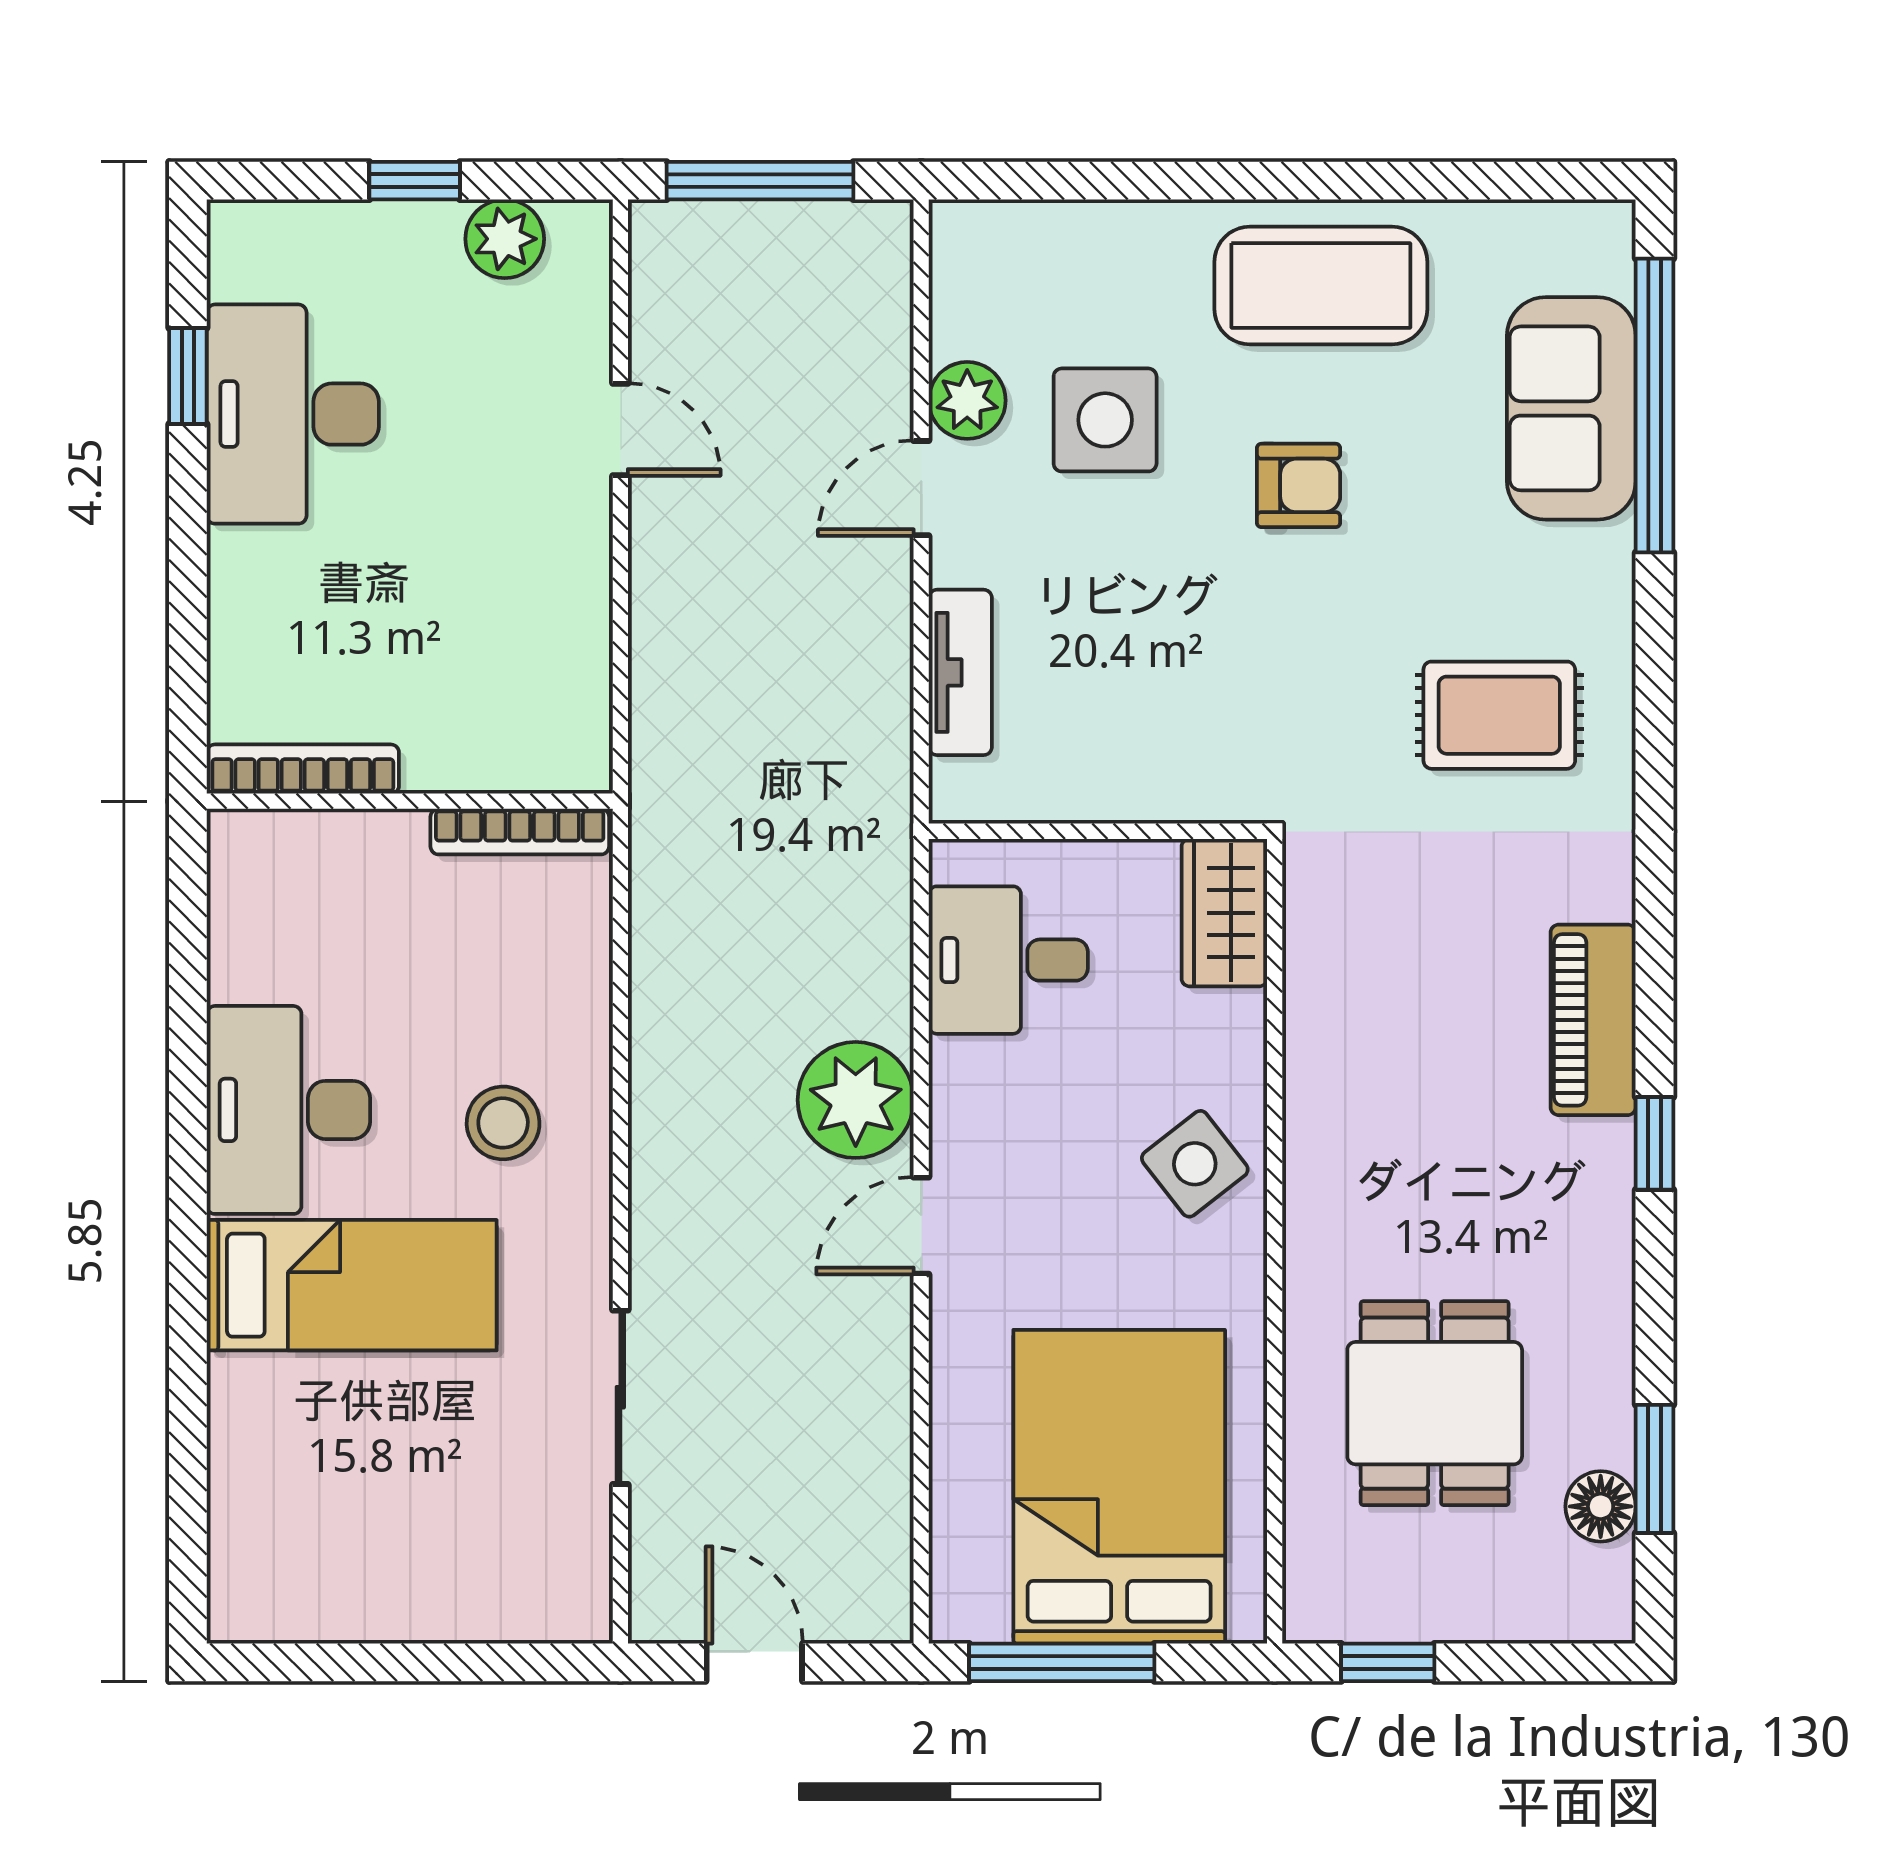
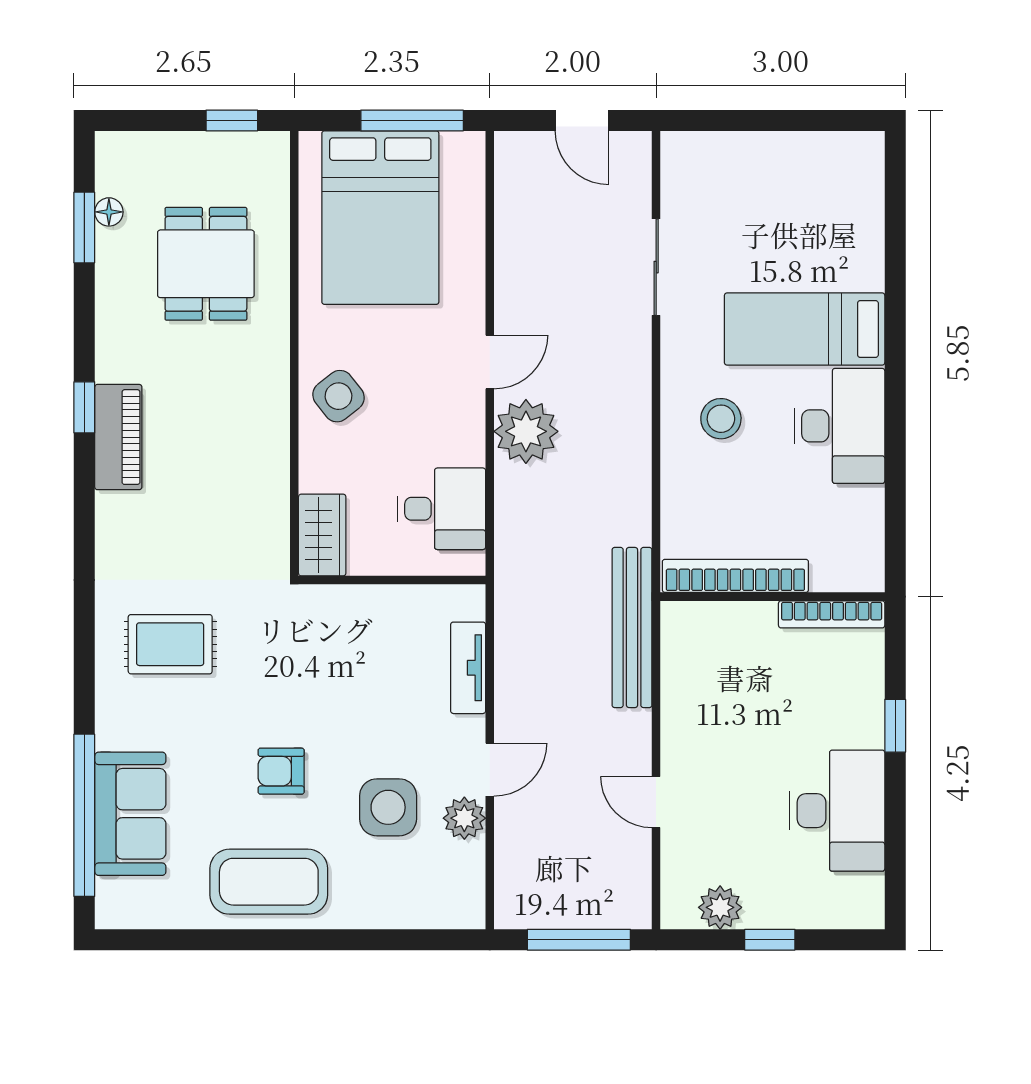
window: (188, 376) -> (895, 726), moved
bench: (664, 745) -> (632, 627), added
bookcase: (520, 832) -> (735, 576), width x1.48, depth x1.31
piano: (1593, 1020) -> (118, 437), moved
floor lamp: (1601, 1506) -> (109, 212), width x0.73, depth x0.73

